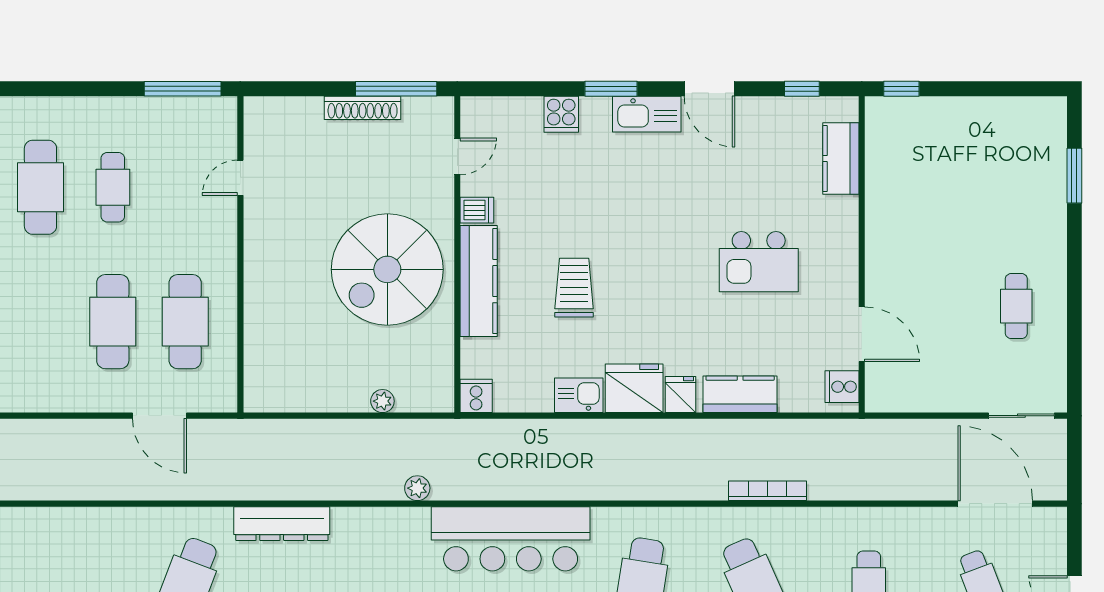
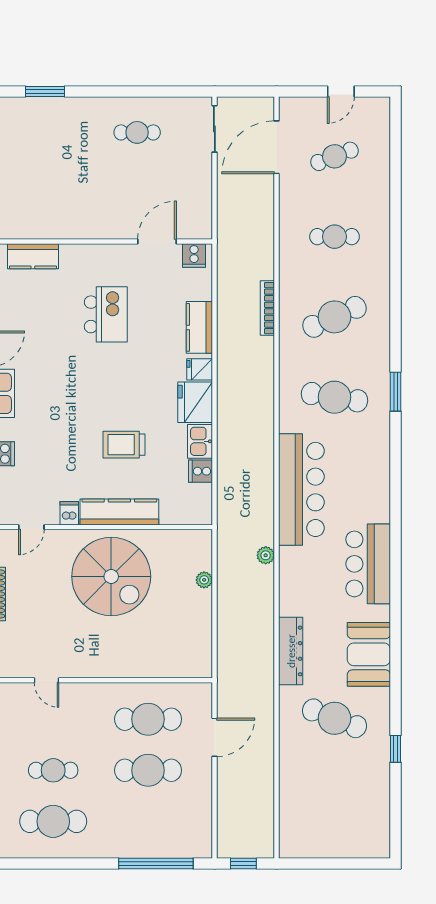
door: (457, 156) -> (31, 527), swing flipped
cooker: (476, 396) -> (201, 471), moved

